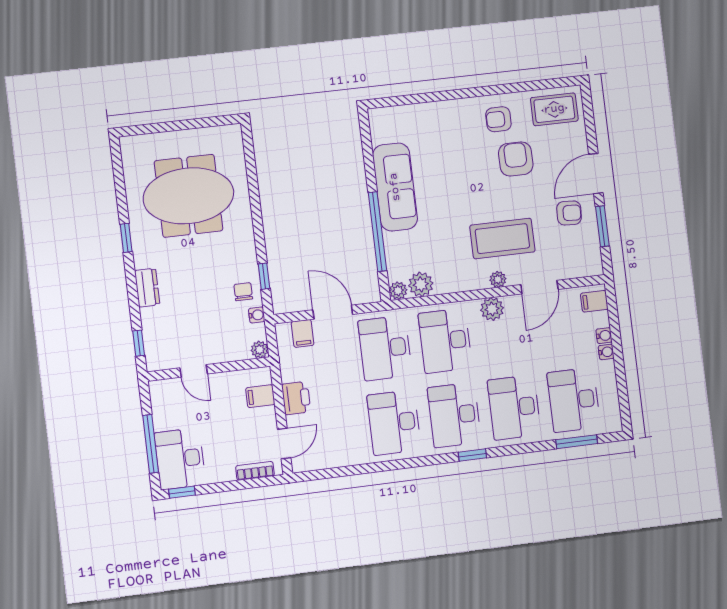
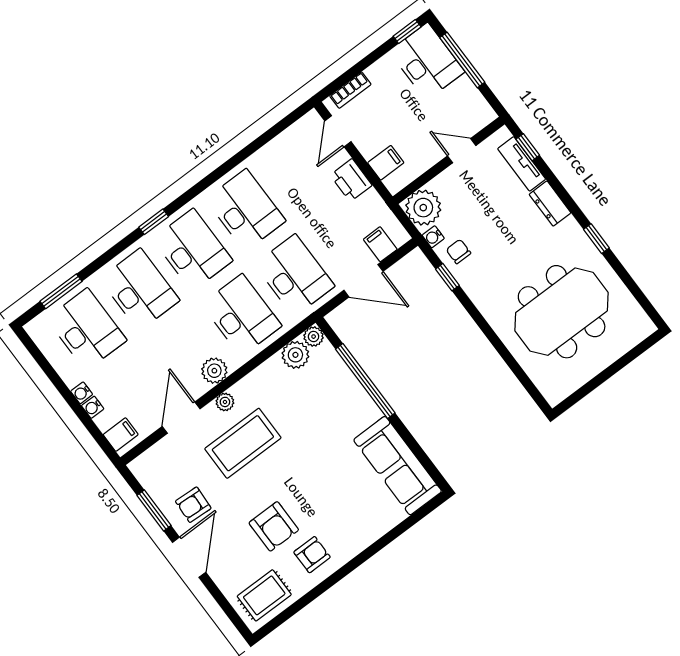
sofa: (395, 187) -> (398, 466), moved
chair: (243, 292) -> (458, 251), turned 180
tv unit: (151, 333) -> (522, 164), added
plant: (260, 350) -> (423, 208), width x1.88, depth x1.88

